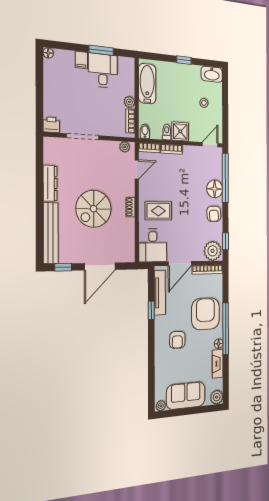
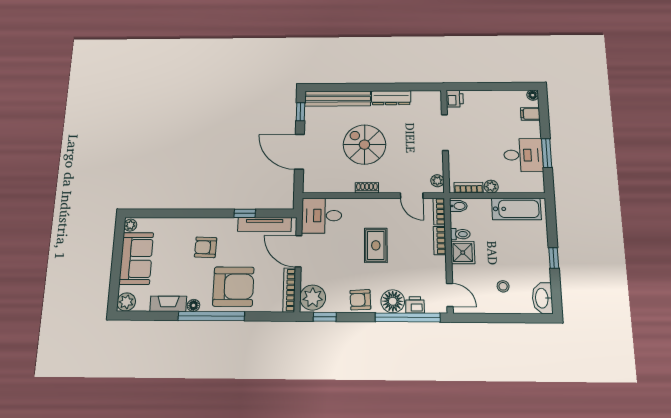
filing cabinet: (81, 60) -> (530, 114), moved
printer: (217, 172) -> (415, 305), added
rug: (158, 211) -> (376, 245), moved

